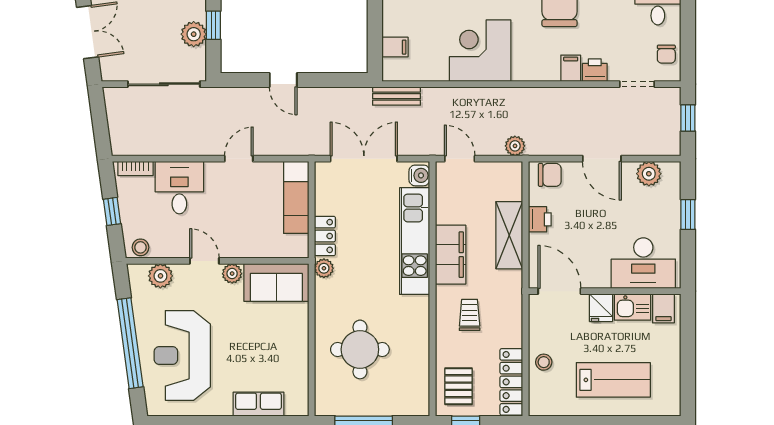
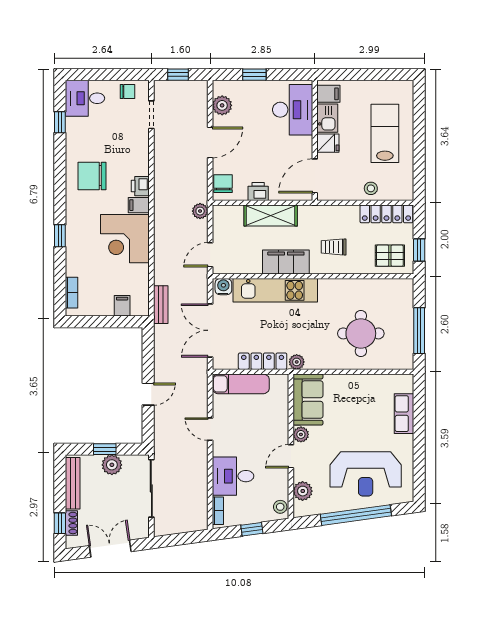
filing cabinet: (571, 68) -> (139, 205), moved
printer: (595, 70) -> (140, 186), moved
locker: (325, 236) -> (263, 361), width x1.53

